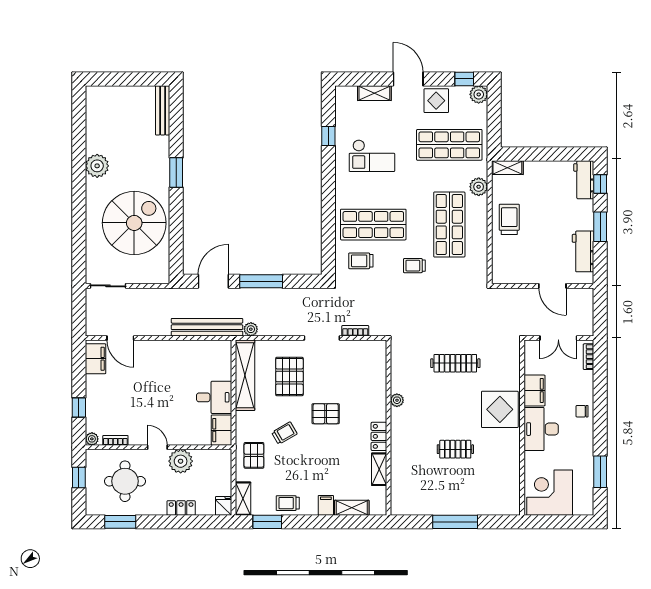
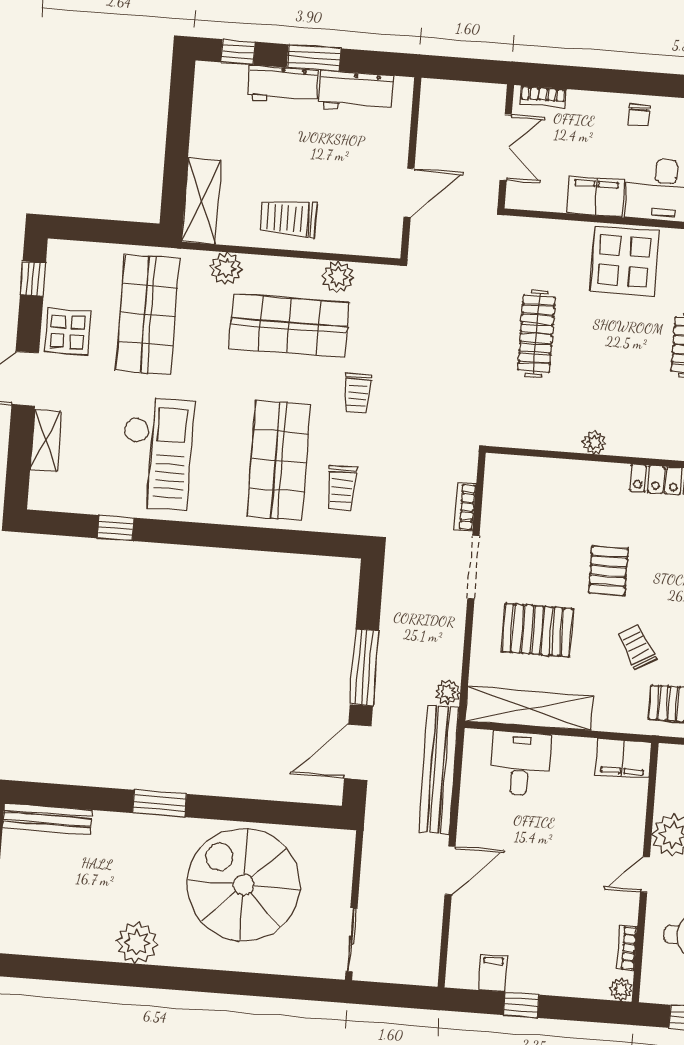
plant: (479, 94) -> (338, 277), moved
checkout: (372, 156) -> (157, 453), width x1.36, depth x1.21
shelving: (507, 168) -> (201, 201), width x1.50, depth x1.33
workbench: (584, 180) -> (283, 85), moved
door: (213, 281) -> (358, 752), hinge flipped
door: (552, 286) -> (409, 192), moved
door: (120, 338) -> (450, 871), moved
filing cabinet: (96, 359) -> (493, 973), width x0.50
desk: (214, 397) -> (520, 763), moved
window: (79, 408) -> (521, 1005), moved

